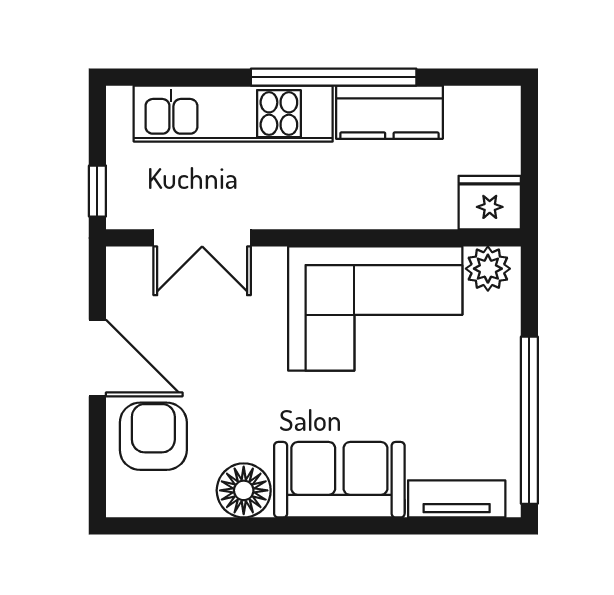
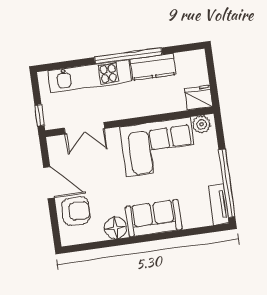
armchair: (153, 436) -> (76, 211), turned 92
tv unit: (457, 499) -> (219, 204), moved, turned -90

